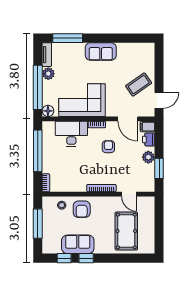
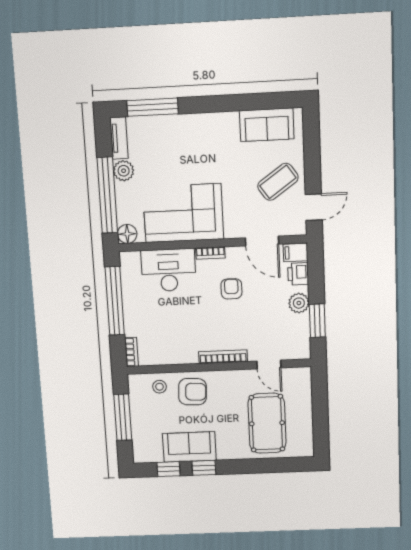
sofa: (101, 51) -> (267, 125), moved
armchair: (82, 209) -> (192, 392), turned -87

